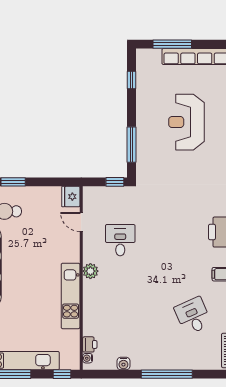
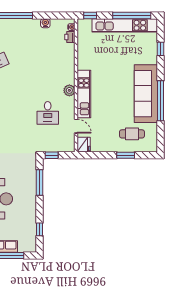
kitchen unit: (71, 296) -> (84, 94), moved

